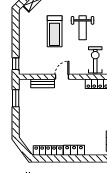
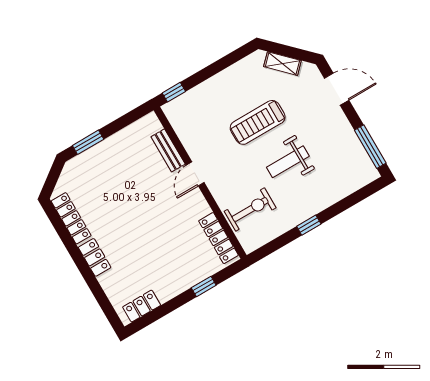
door: (62, 77) -> (195, 174), swing flipped
window: (16, 98) -> (88, 142), moved

